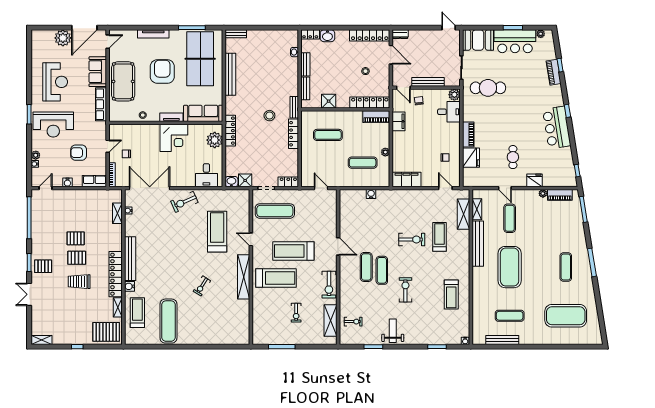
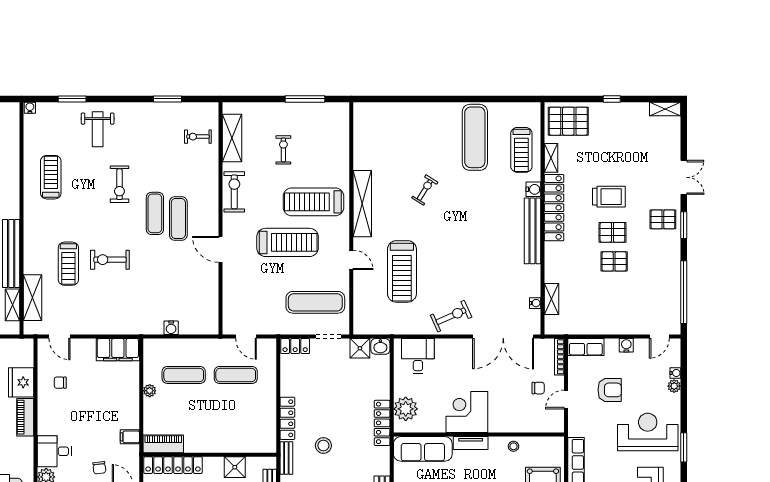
filing cabinet: (398, 121) -> (130, 437), width x0.50
exercise mat: (328, 135) -> (236, 375), moved
weight bench: (393, 331) -> (98, 129), moved

